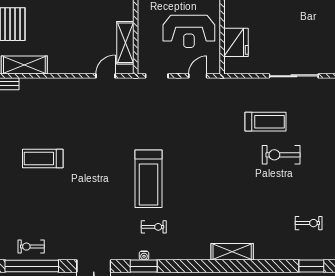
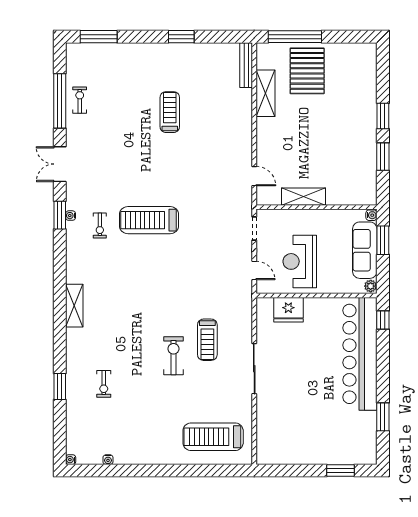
shelving: (125, 43) -> (303, 197), moved

